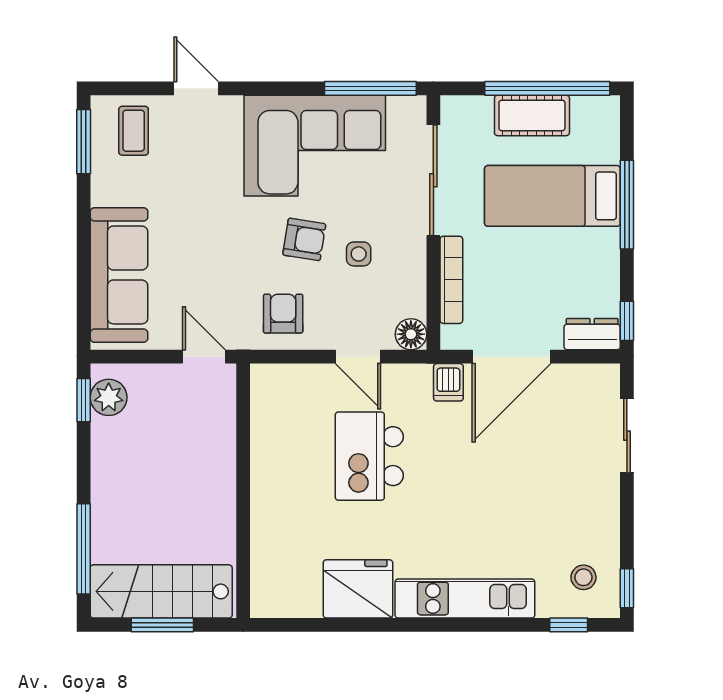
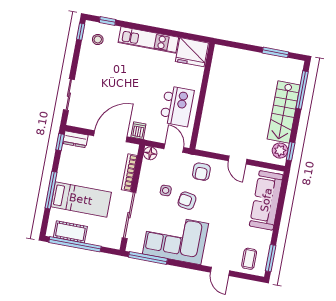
cot: (532, 115) -> (70, 232), moved
wall: (243, 491) -> (202, 96), moved
stairs: (161, 591) -> (284, 112), moved, turned 90

